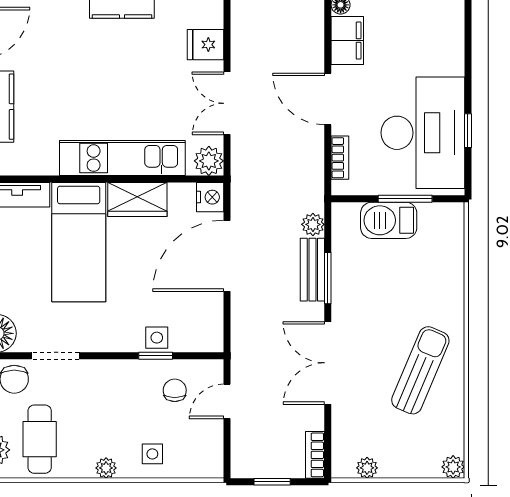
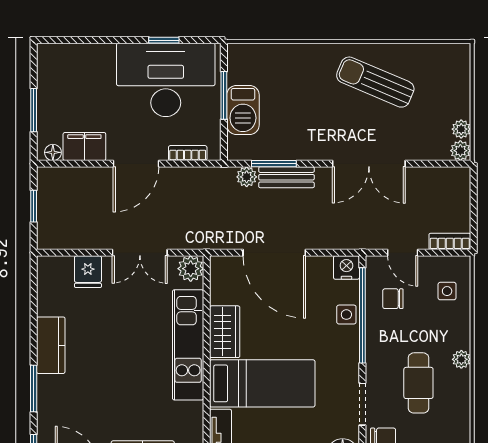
nightstand: (210, 197) -> (346, 268), moved
window: (328, 278) -> (274, 164), moved
window: (156, 356) -> (362, 315), width x3.17
cafe table: (40, 439) -> (418, 383), moved, turned 90
side table: (152, 454) -> (447, 291), moved
bookcase: (315, 455) -> (450, 241), moved, turned 180
plant: (453, 467) -> (460, 151), moved
window: (272, 482) -> (474, 213), removed

